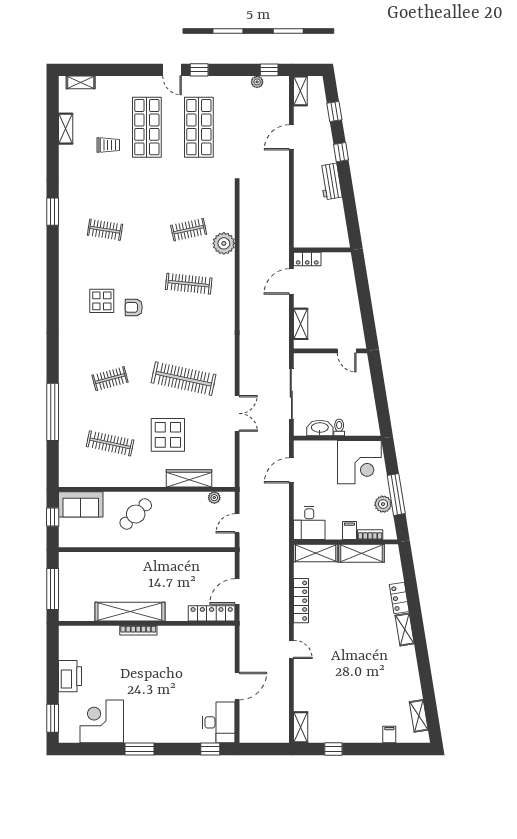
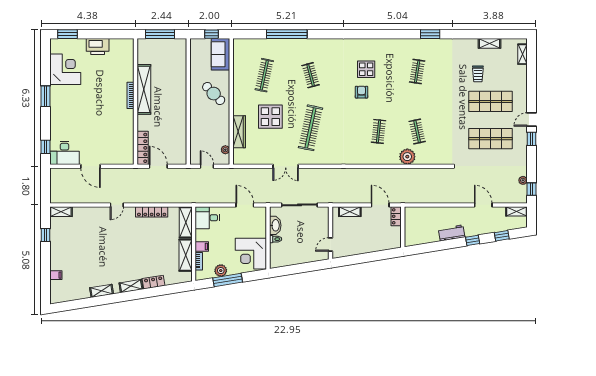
clothes rail: (189, 284) -> (379, 131), width x0.73
shelving: (419, 716) -> (102, 291), moved

